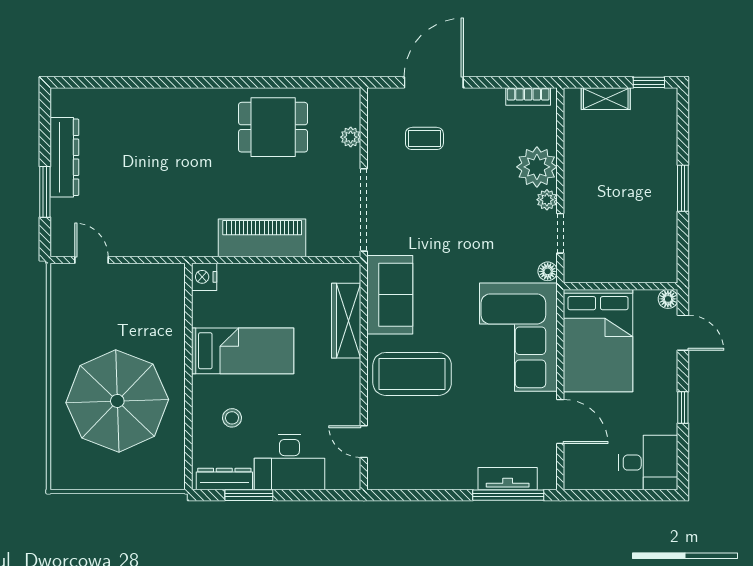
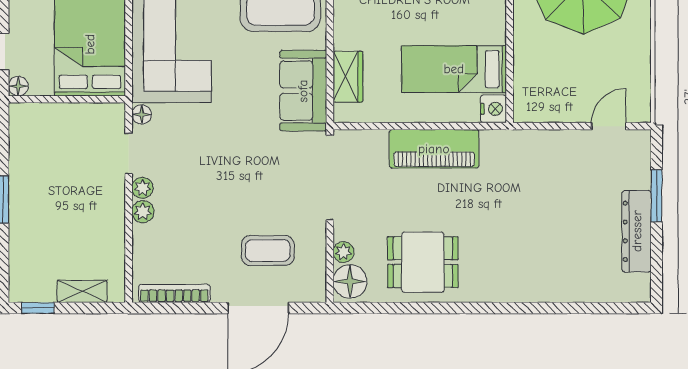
bookcase: (528, 97) -> (174, 293), width x1.56
floor lamp: (344, 108) -> (350, 281), added
coffee table: (424, 138) -> (268, 251), width x1.36, depth x1.30
plant: (537, 167) -> (143, 212), width x0.53, depth x0.53
door: (92, 260) -> (609, 126), swing flipped
wardrobe: (346, 321) -> (348, 77), width x0.67
bed: (243, 351) -> (454, 69), moved

